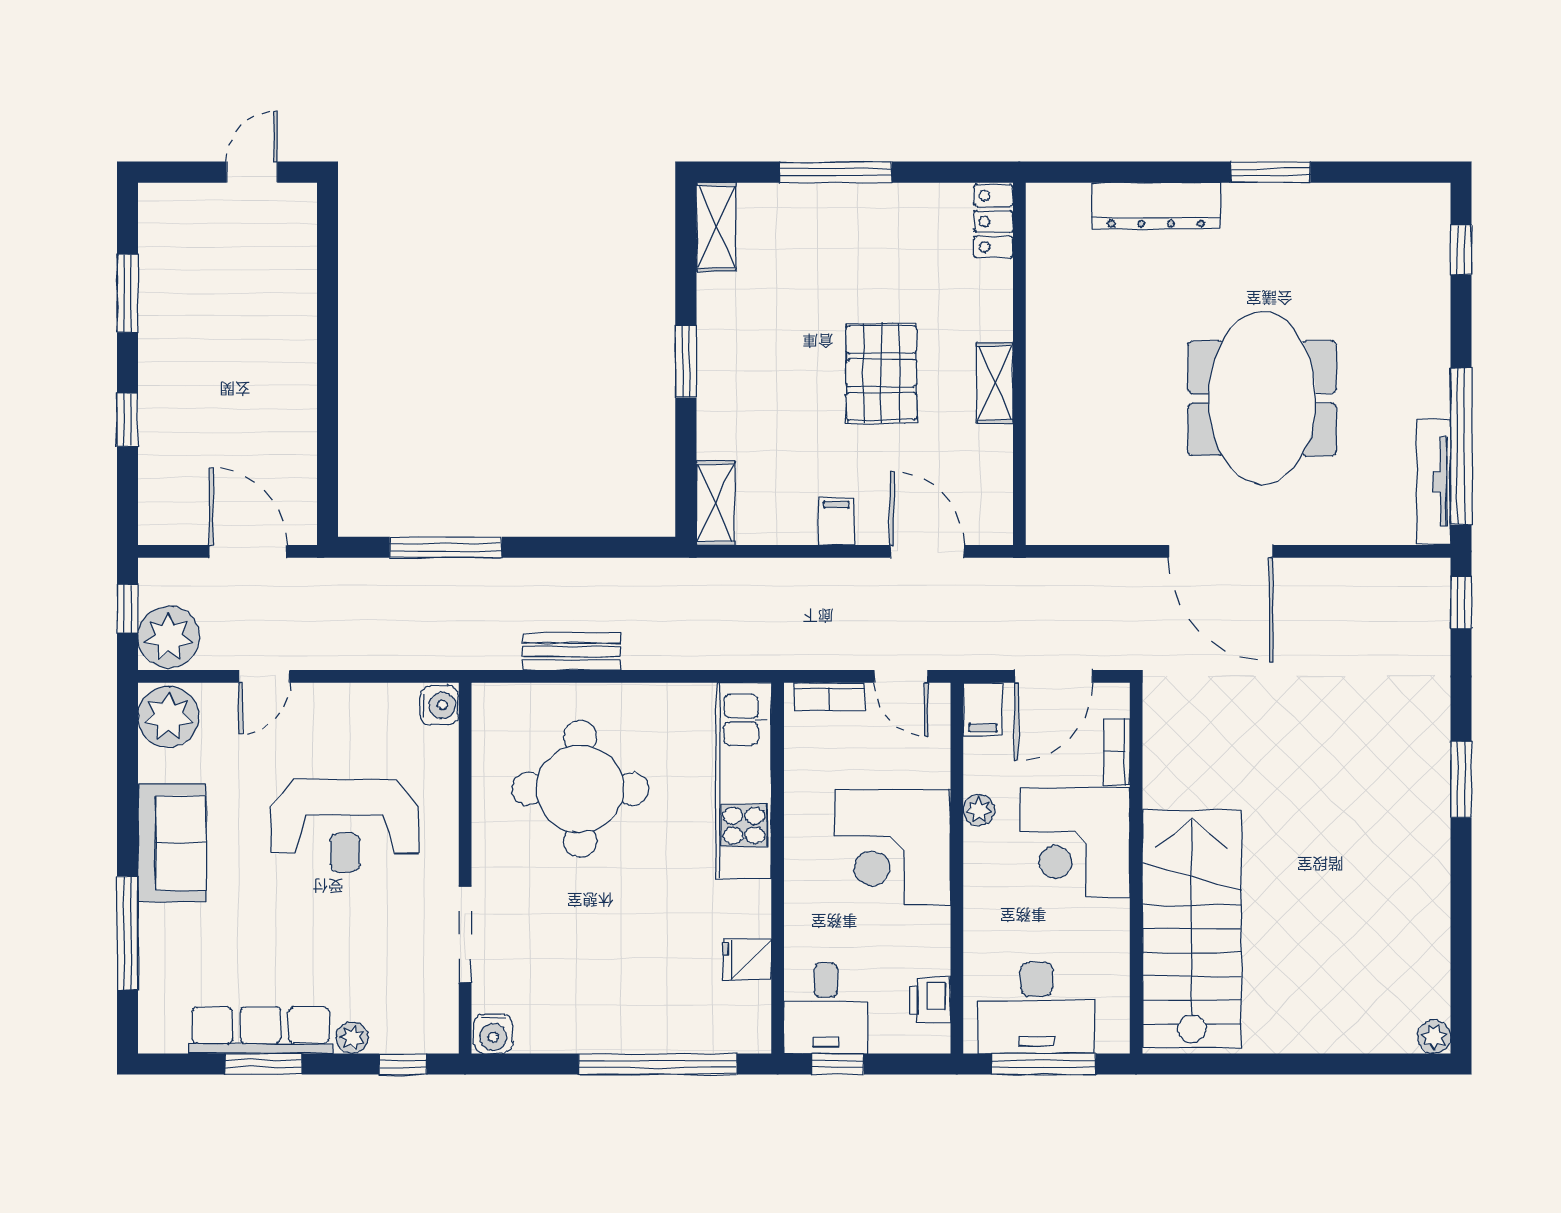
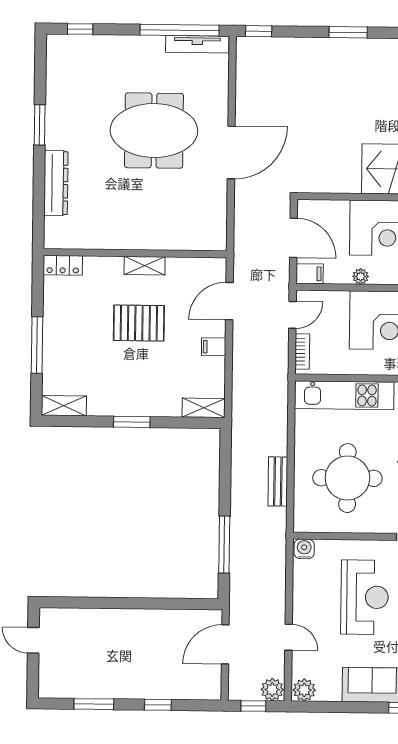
plant: (169, 637) -> (272, 689), width x0.73, depth x0.73
plant: (168, 717) -> (304, 690), width x0.73, depth x0.73
bookcase: (1117, 752) -> (332, 206), removed

